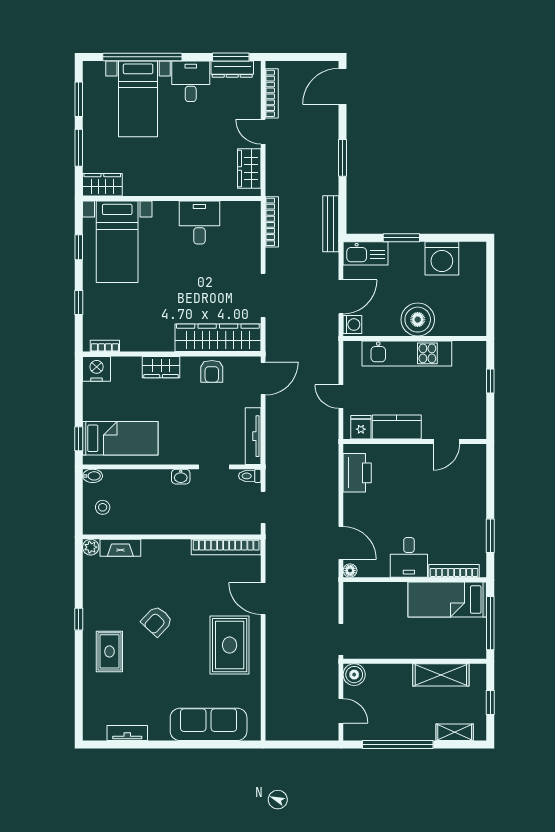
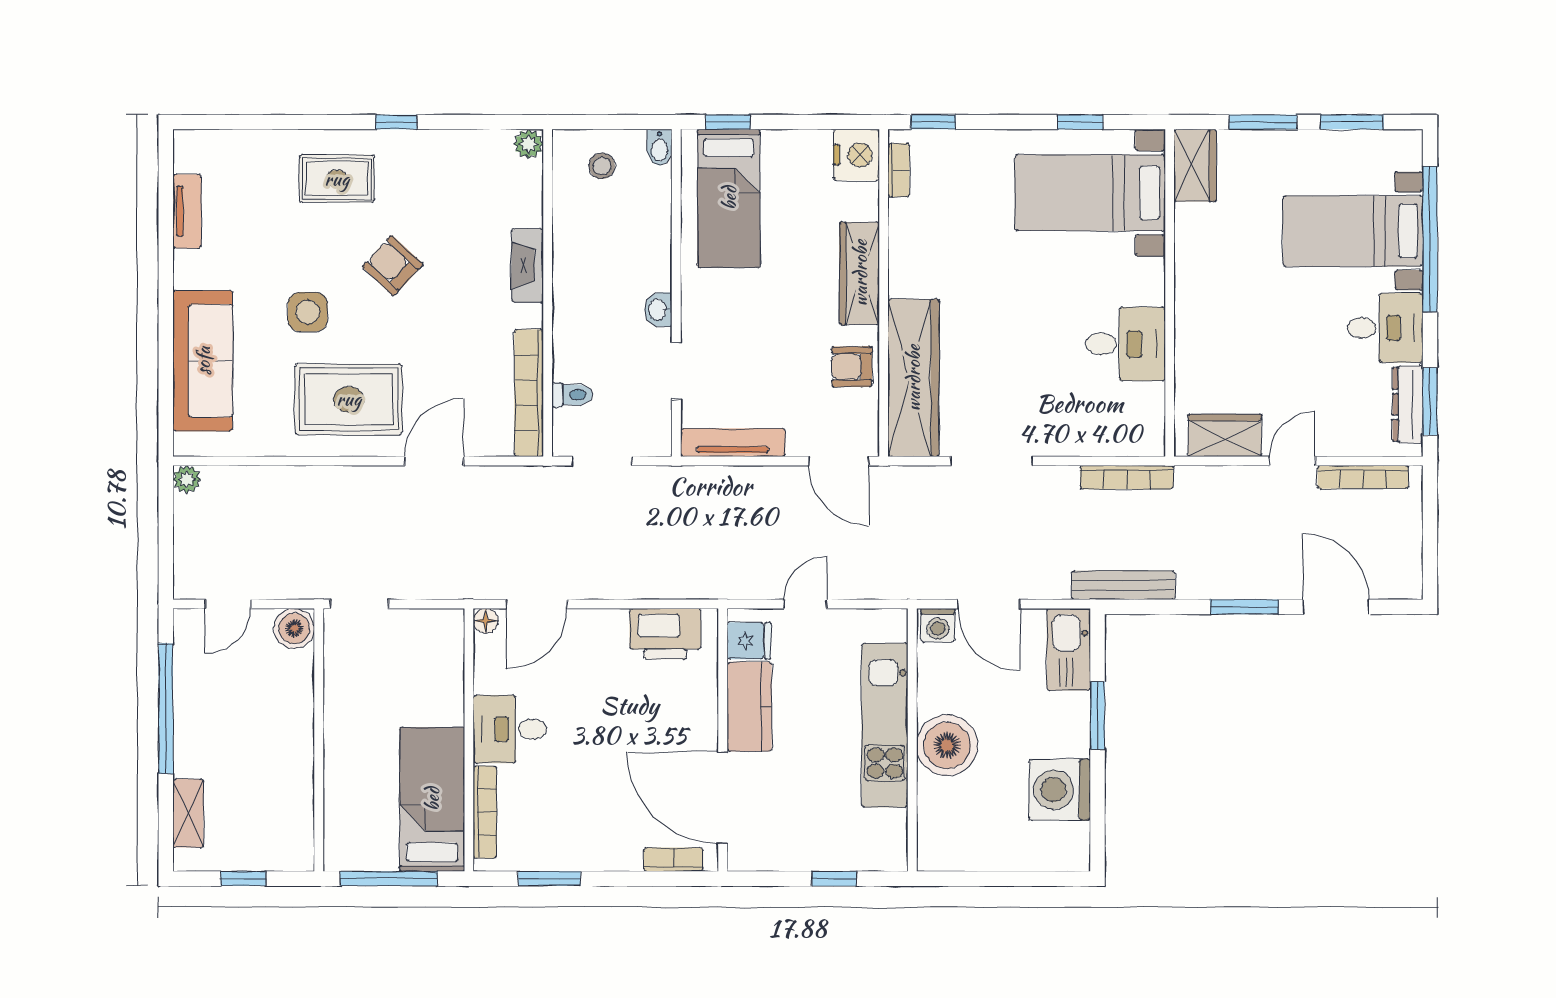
door: (342, 86) -> (1336, 607), moved
window: (79, 302) -> (933, 122), moved
wardrobe: (161, 367) -> (860, 273), width x1.50
door: (446, 442) -> (723, 798), width x1.87
bookcase: (480, 468) -> (673, 860), added
toilet: (250, 476) -> (572, 395), moved, turned 90
fireplace: (120, 548) -> (527, 265), moved
side table: (182, 667) -> (308, 312), added
shelving: (441, 675) -> (294, 788), removed
plant: (273, 733) -> (187, 479), added

